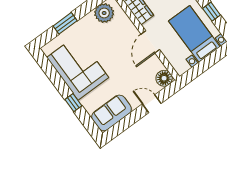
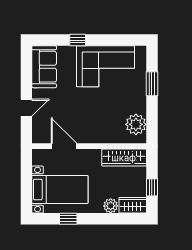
door: (150, 42) -> (64, 146), moved
floor lamp: (164, 78) -> (41, 135), removed

